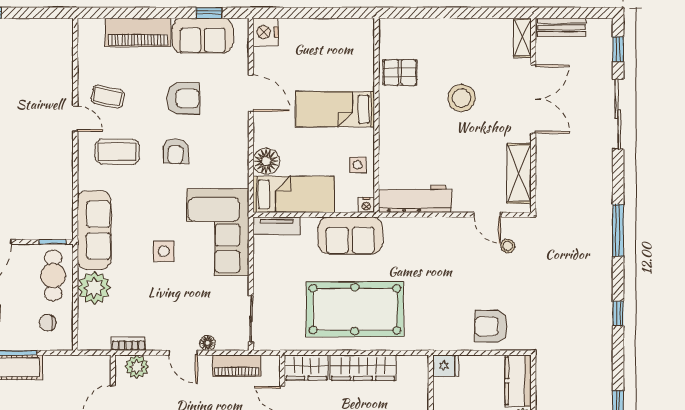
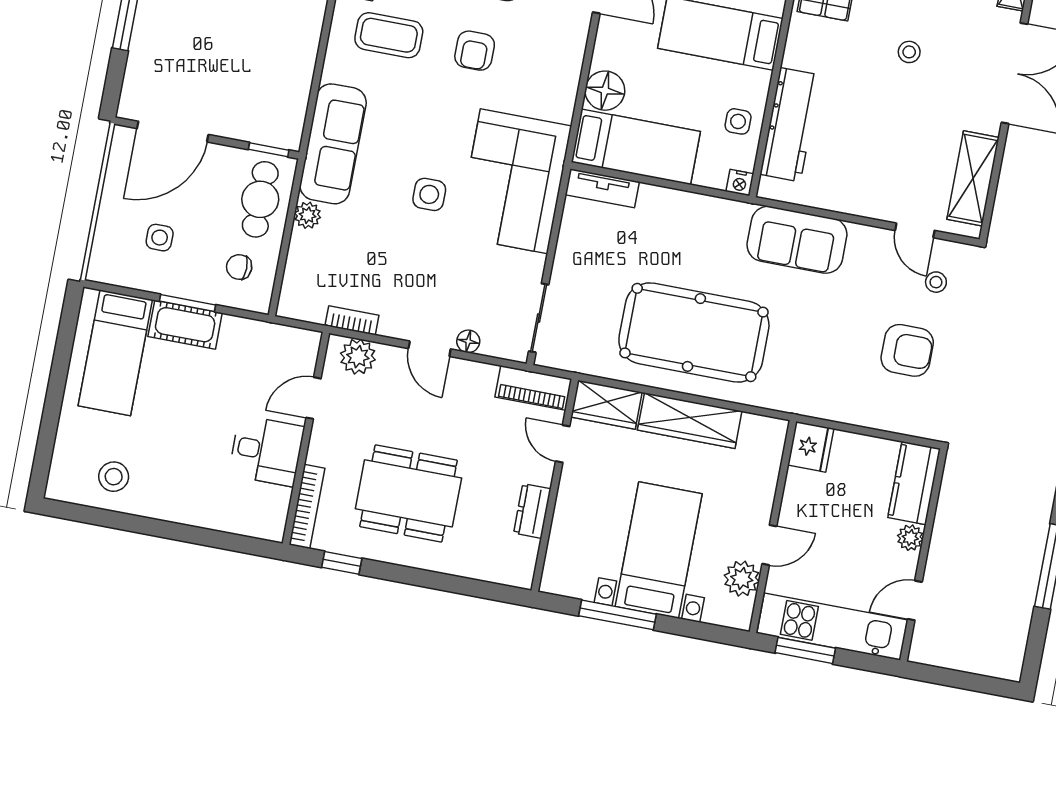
stool: (461, 98) -> (909, 52), width x0.53, depth x0.53
workbench: (415, 199) -> (790, 125), moved, turned 90
sofa: (350, 235) -> (797, 240), moved
plant: (94, 288) -> (308, 215), width x0.53, depth x0.53
armchair: (491, 326) -> (907, 350), moved, turned 180
piano: (237, 366) -> (533, 388), moved
fridge: (446, 366) -> (811, 447), width x1.38

